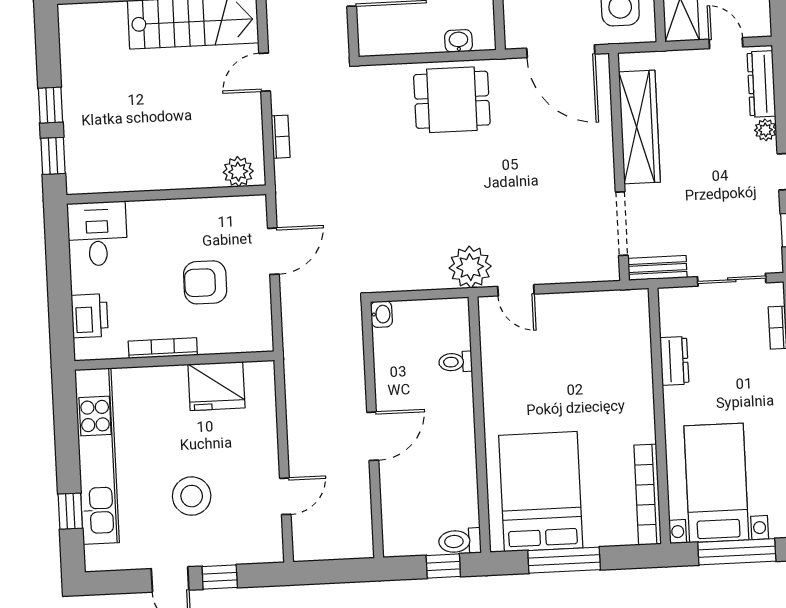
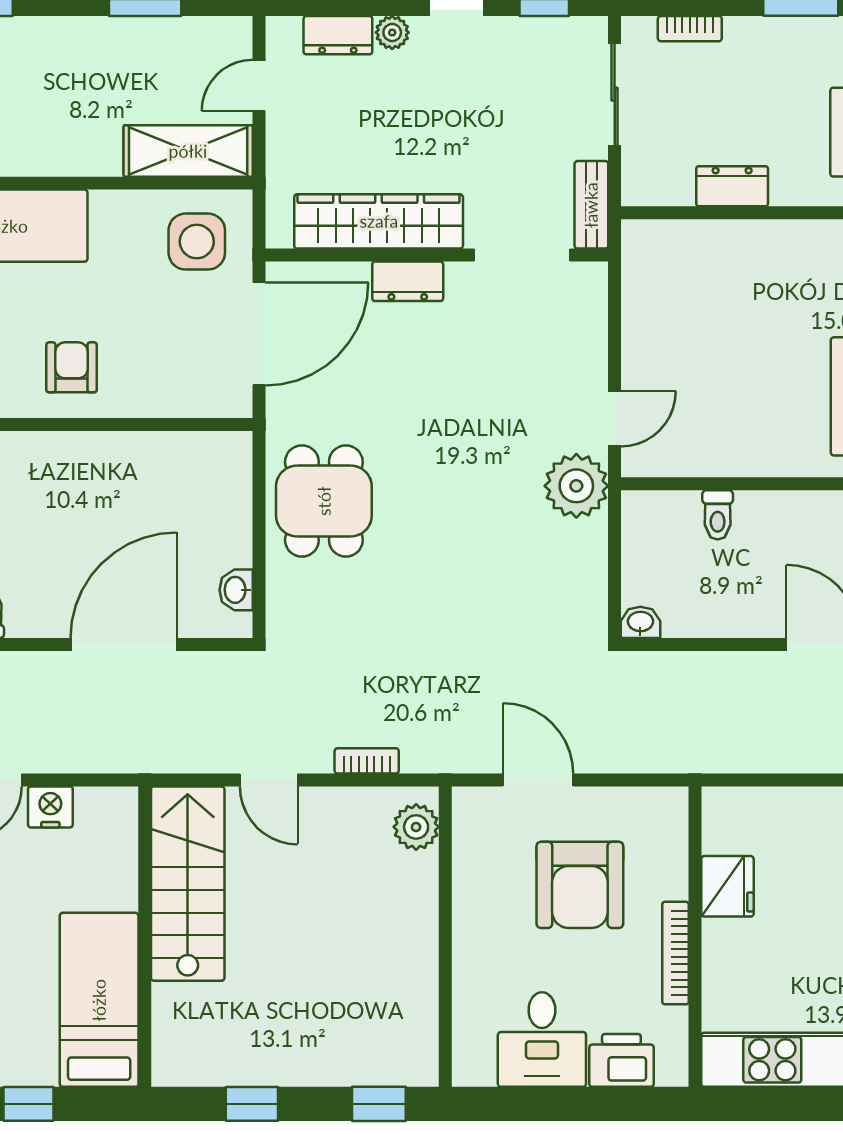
washbasin: (458, 41) -> (236, 590), moved
dresser: (761, 84) -> (338, 35), width x0.70
window: (50, 105) -> (252, 1104), moved
dresser: (601, 148) -> (408, 281), added
desk: (97, 234) -> (542, 1040), moved, turned -90
armchair: (205, 282) -> (580, 885), width x1.36, depth x1.36
fridge: (216, 386) -> (727, 886), width x0.73, depth x0.75

